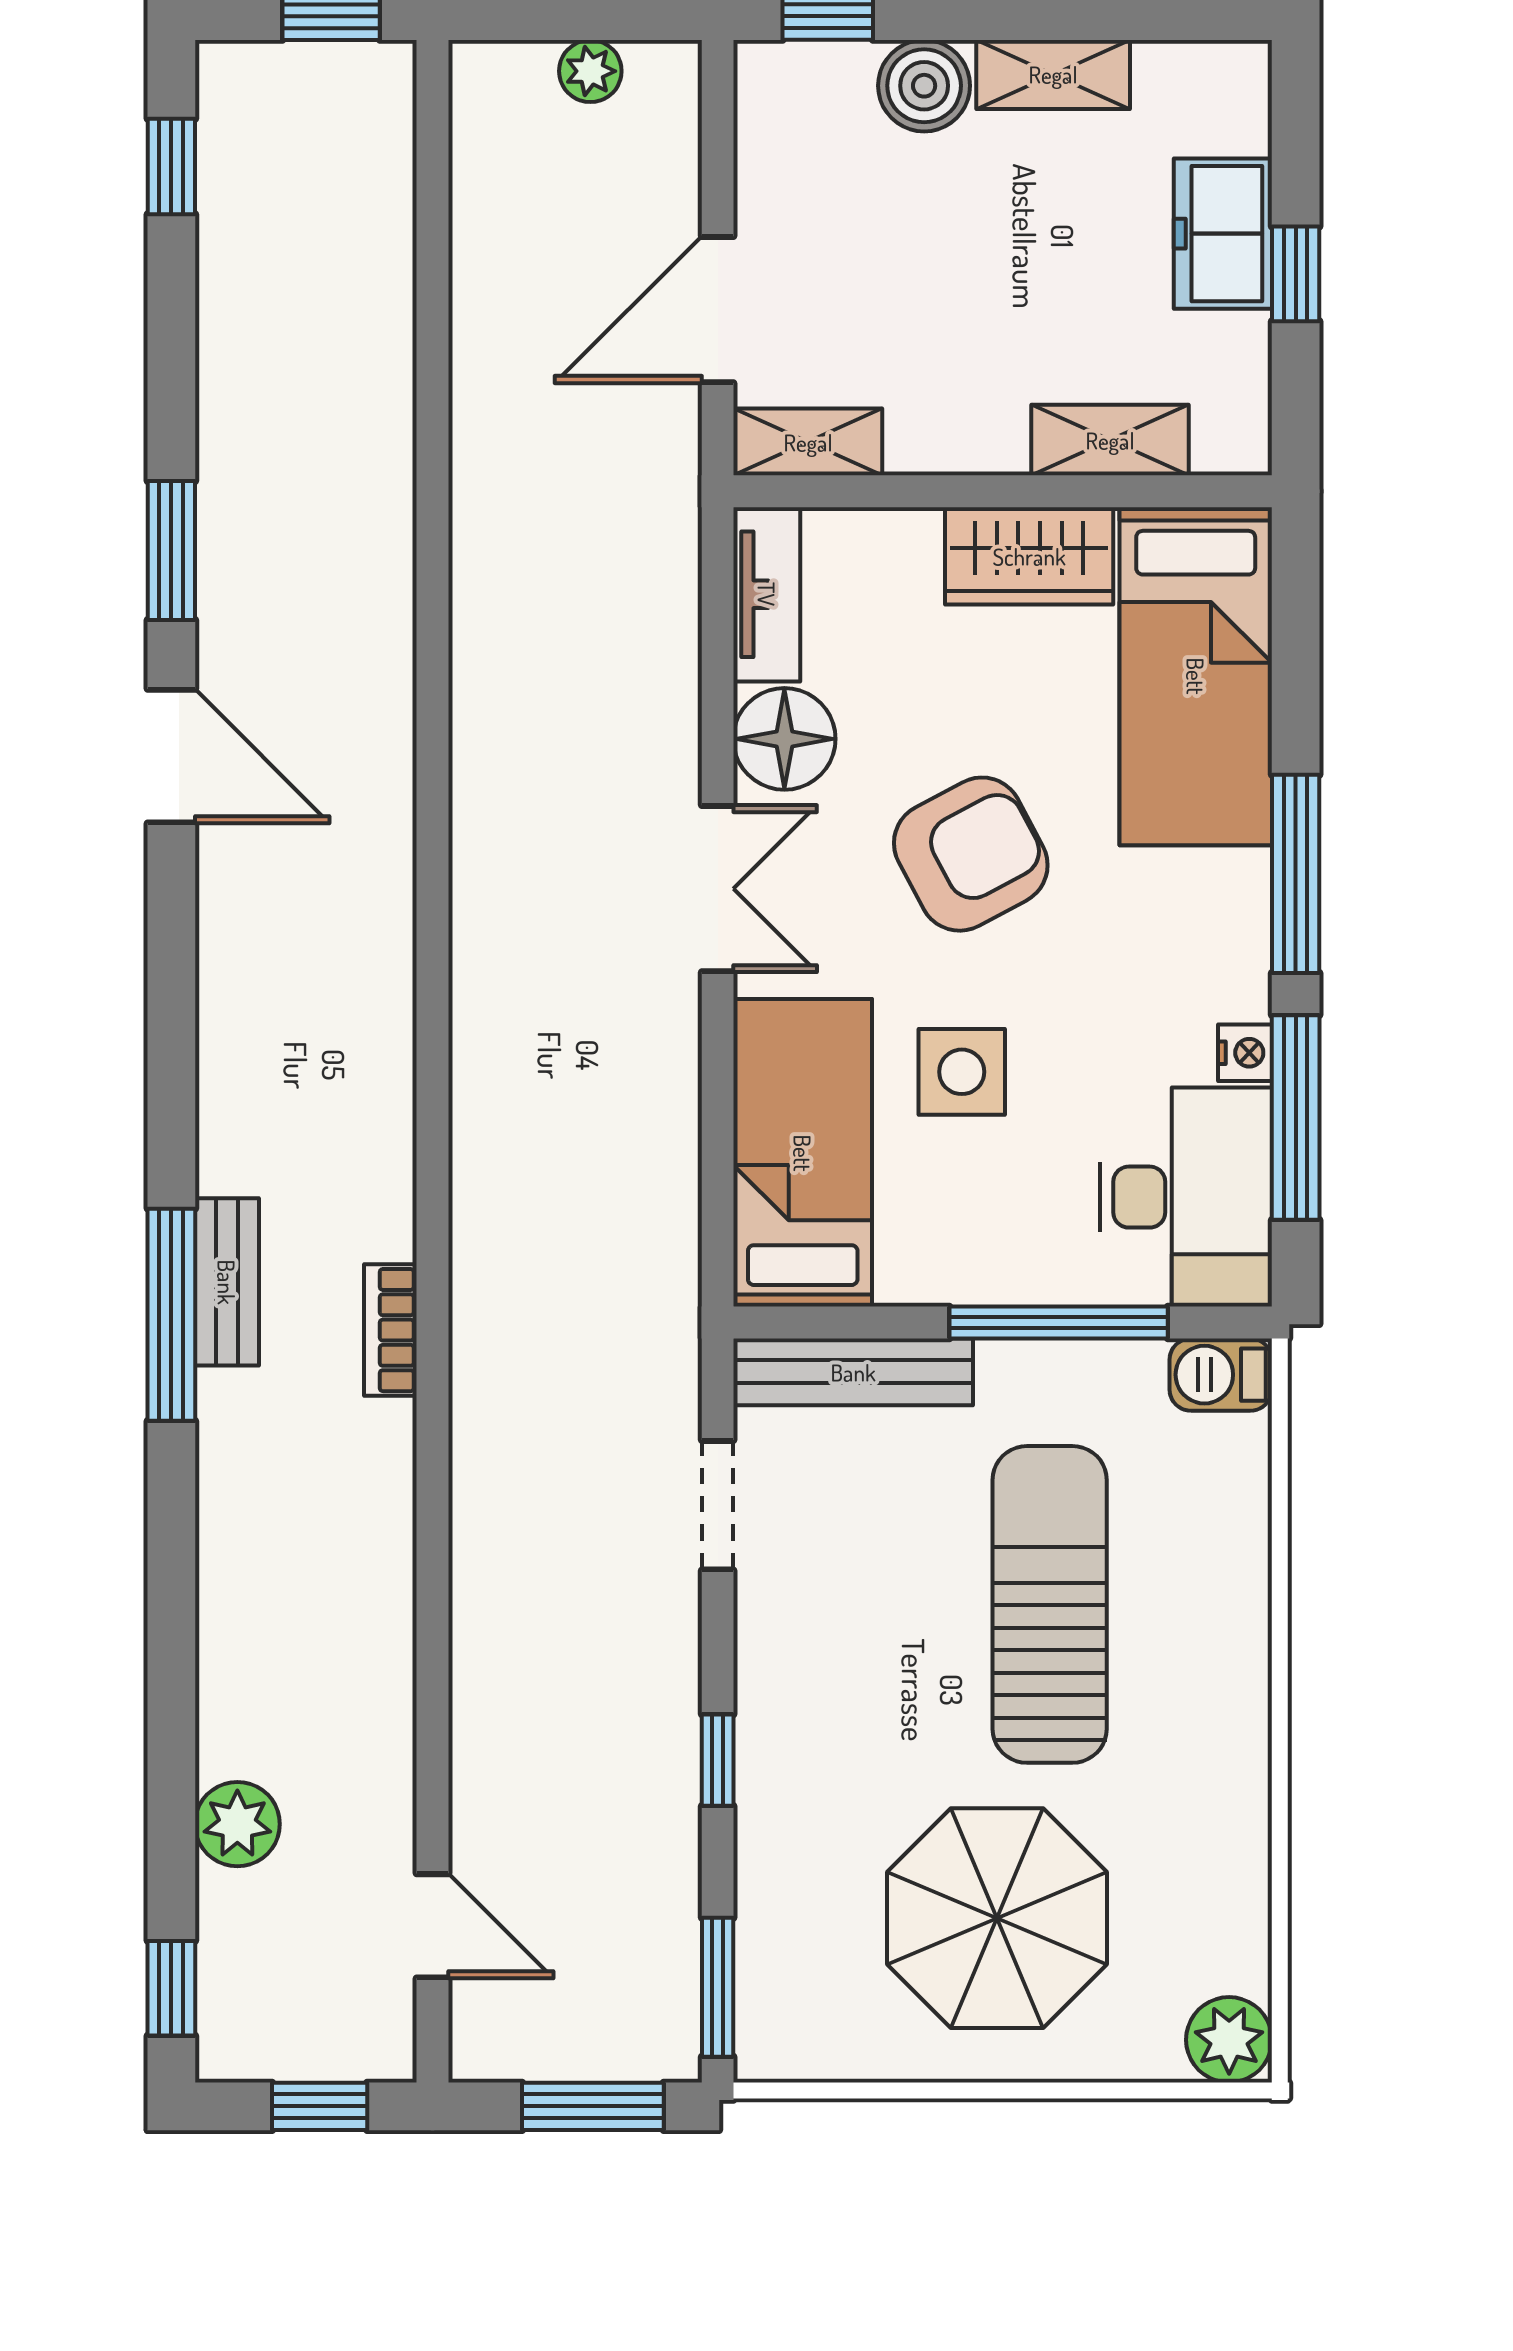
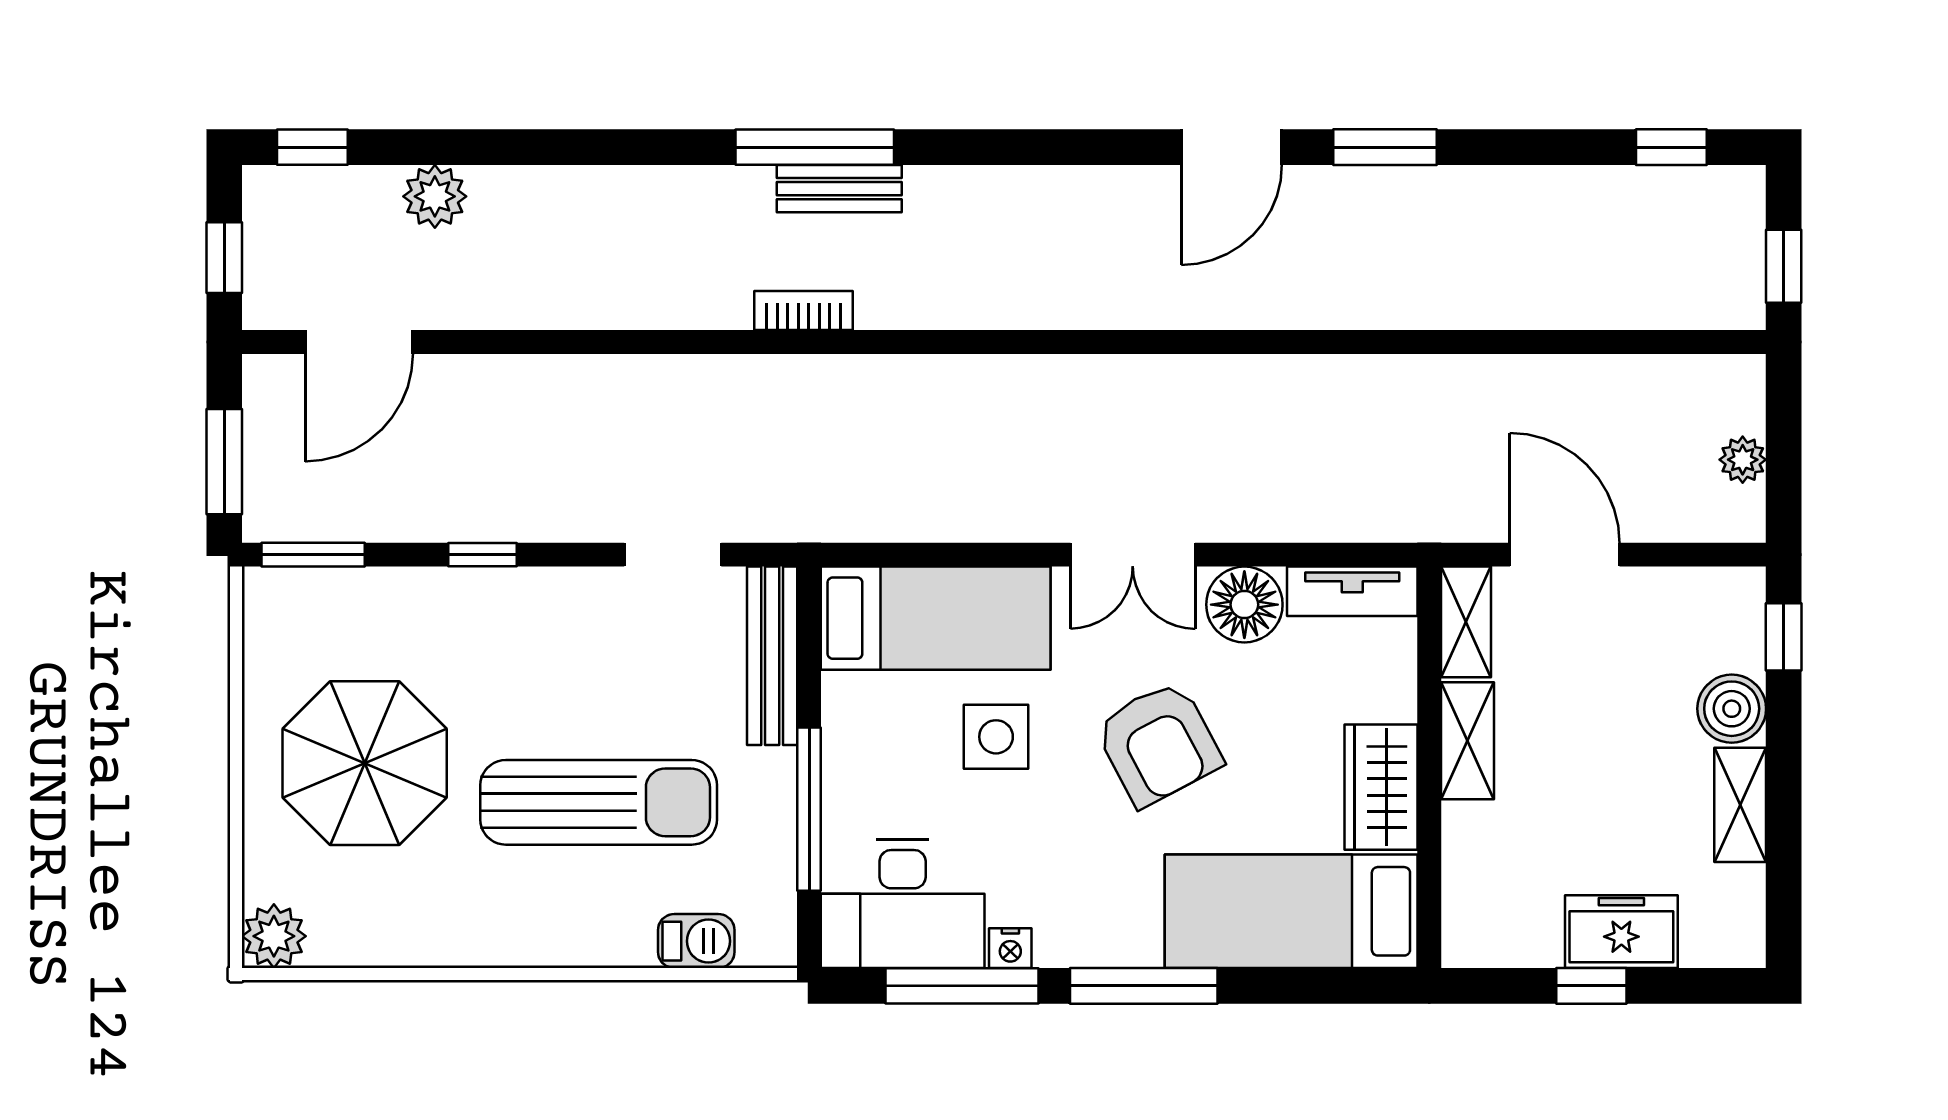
shelving: (1110, 440) -> (1467, 741), moved
barbecue: (1221, 1375) -> (696, 941), moved, turned 90
door: (433, 1926) -> (359, 342), width x1.38

